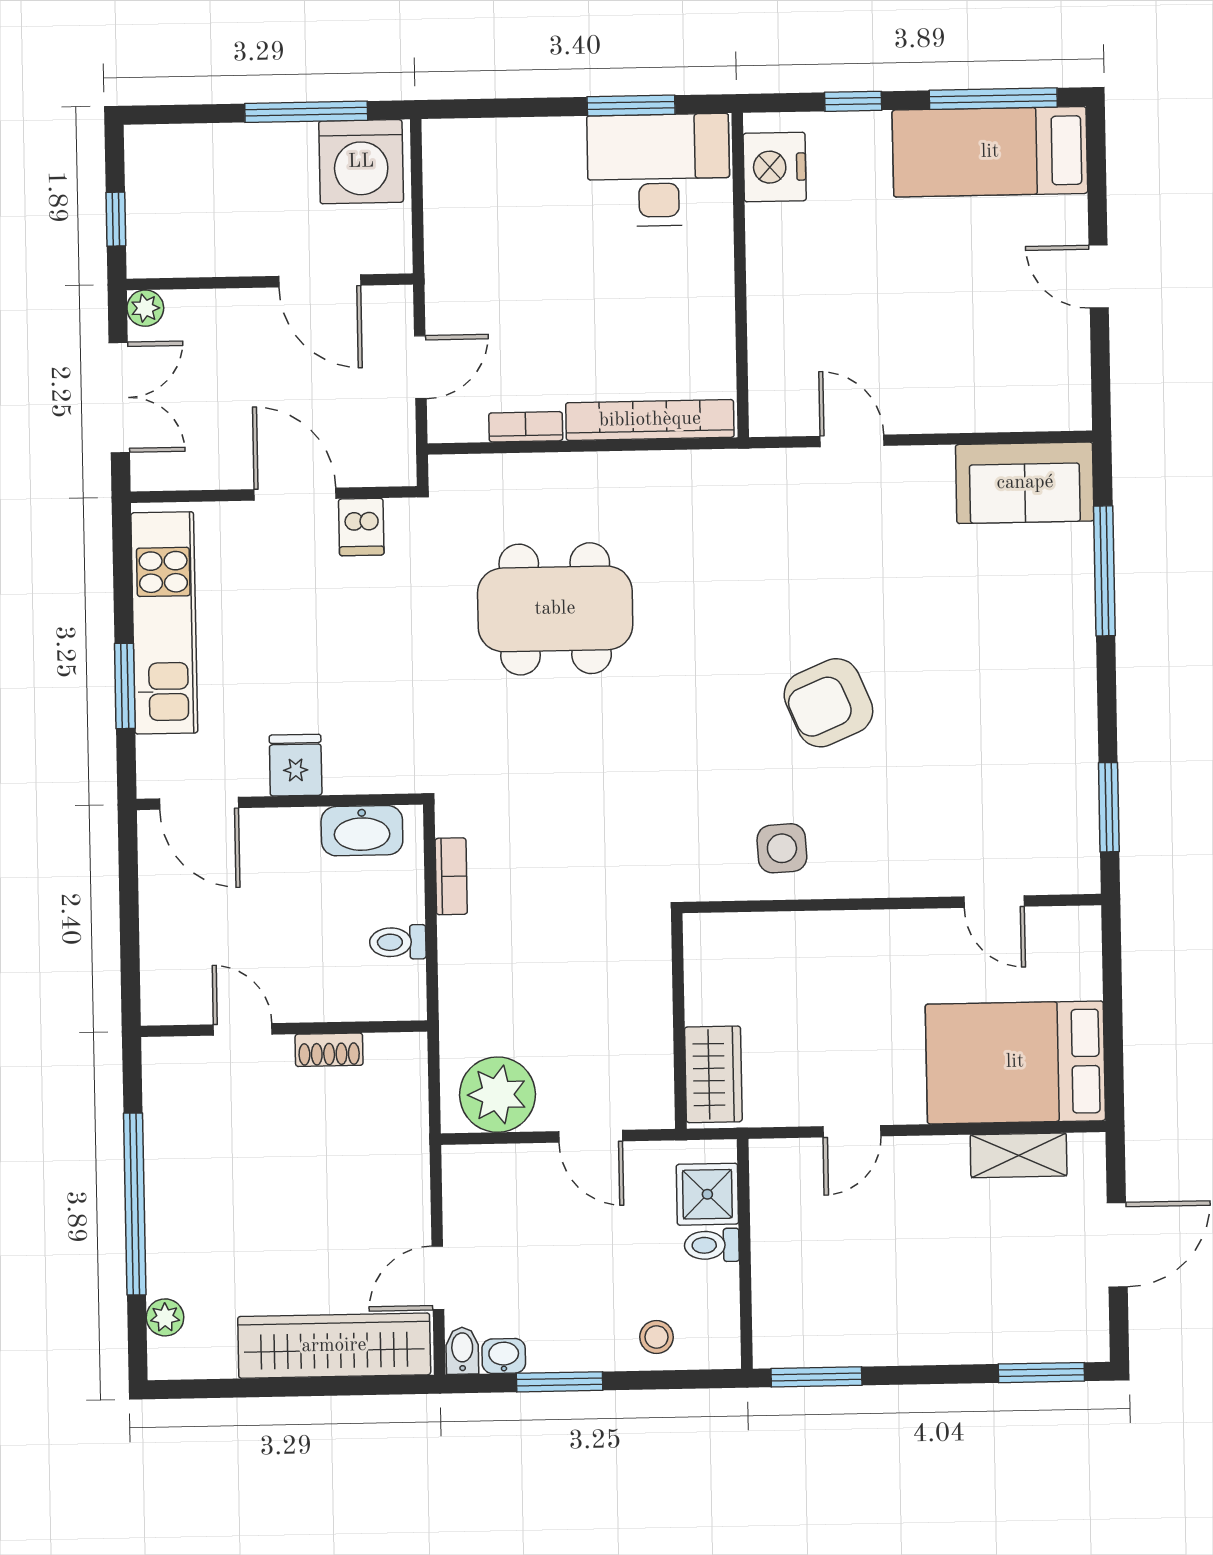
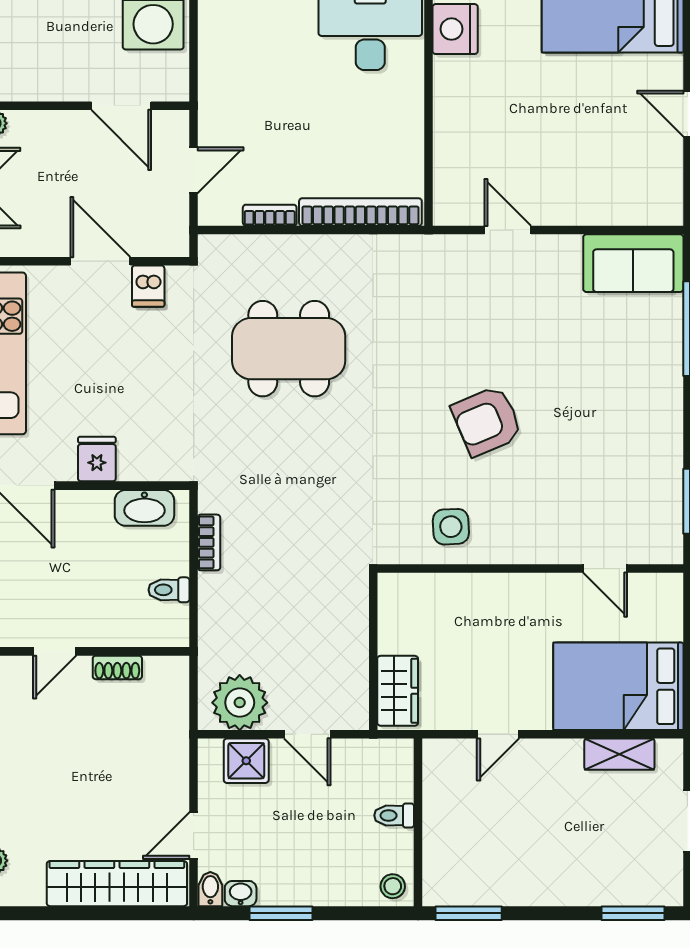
door: (243, 1029) -> (55, 651), swing flipped
shower: (707, 1194) -> (246, 761), moved
stool: (656, 1337) -> (393, 886), moved

